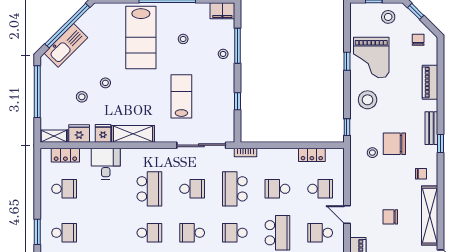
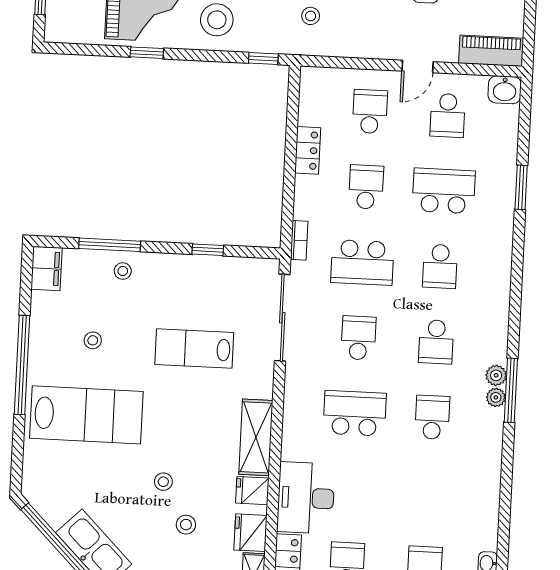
locker: (312, 155) -> (308, 150), moved
desk: (106, 164) -> (306, 498), width x1.37
school desk: (277, 189) -> (366, 187), turned 180

